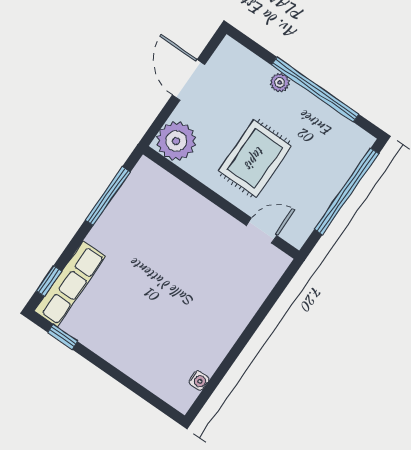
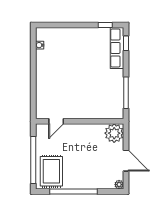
plant: (280, 83) -> (119, 185), moved
rug: (255, 158) -> (51, 171), moved

